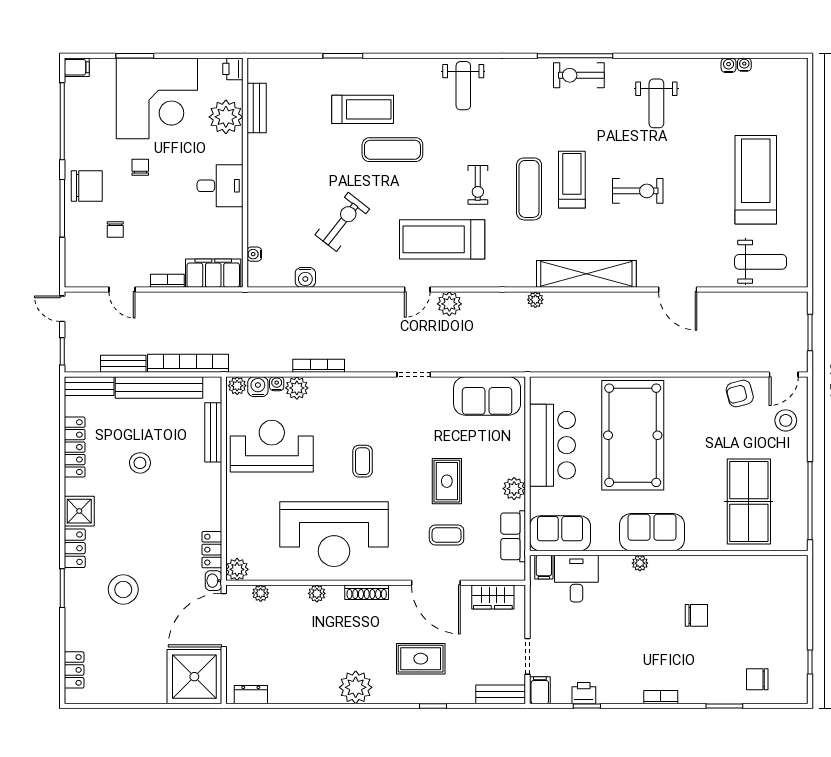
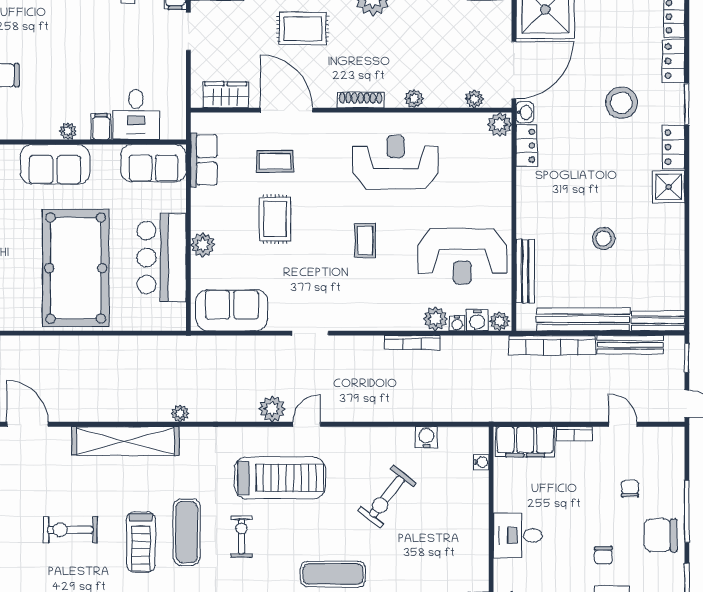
bench: (123, 364) -> (630, 345), width x1.36
locker: (75, 447) -> (674, 61), moved, width x0.66
plant: (514, 489) -> (203, 245), moved
reception desk: (334, 534) -> (396, 162), width x0.74, depth x0.77
filing cabinet: (544, 567) -> (101, 127), moved

